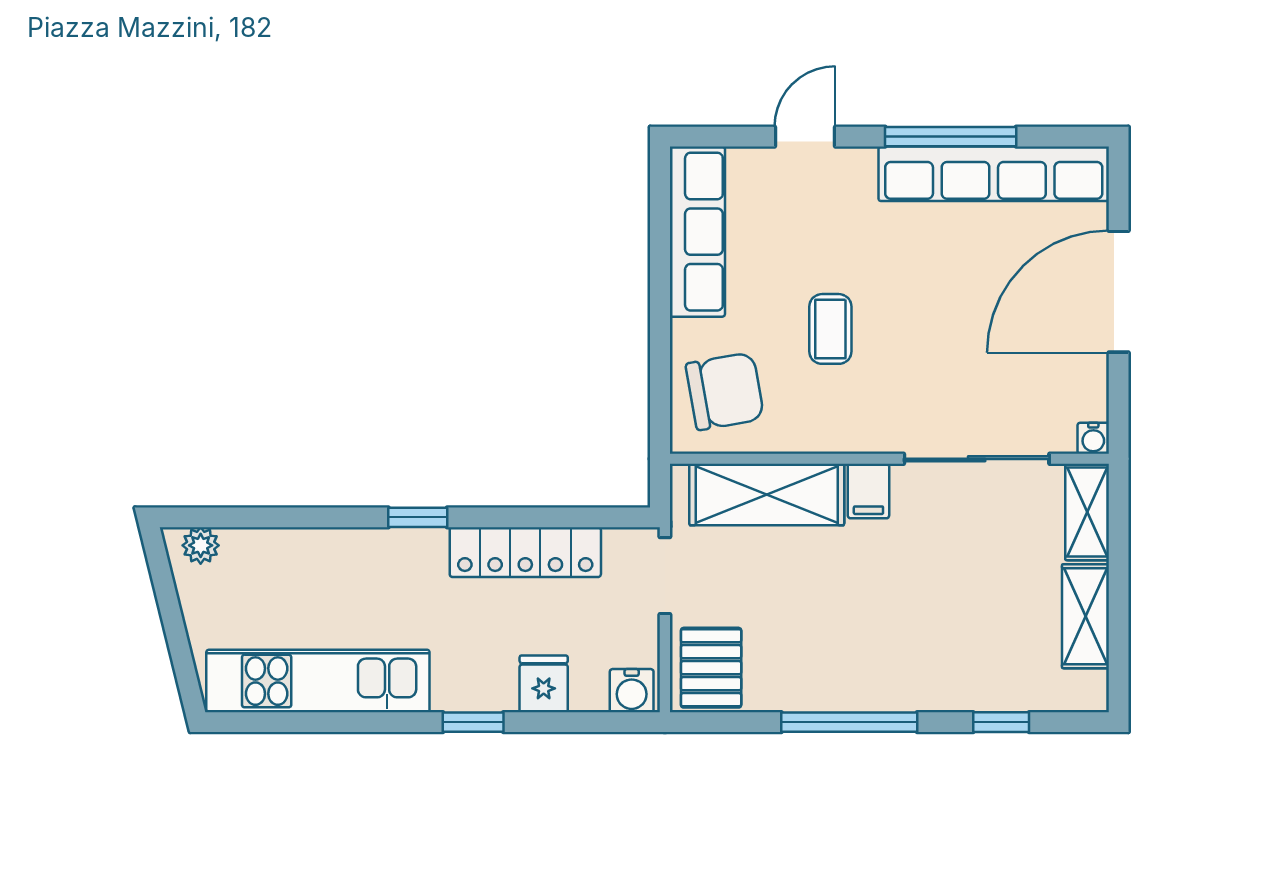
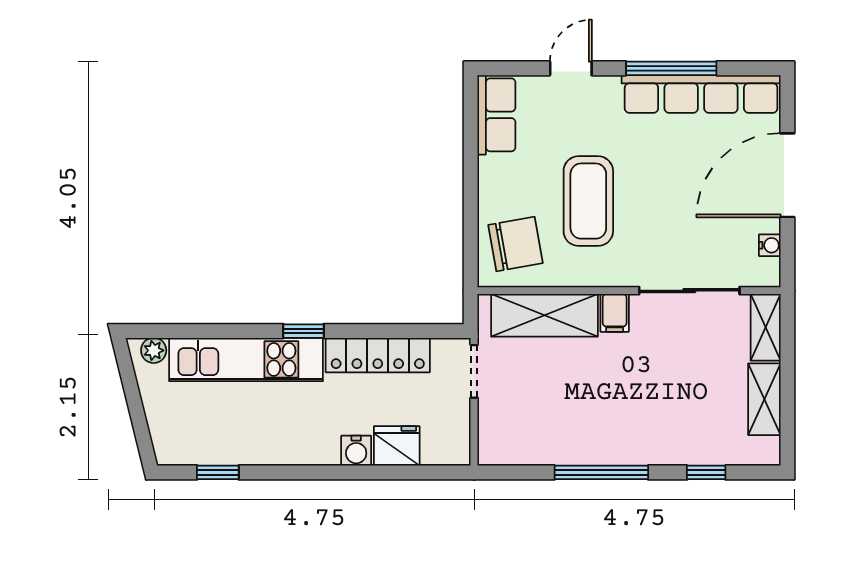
row of seats: (697, 232) -> (496, 115), width x0.68
coffee table: (830, 329) -> (588, 201), width x1.86, depth x1.72
water cooler: (1093, 438) -> (770, 245), moved, turned -90
pallet: (711, 668) -> (506, 435), removed
kitchen unit: (318, 681) -> (246, 359), moved, turned 180
fridge: (544, 684) -> (397, 446), width x1.38
water cooler: (632, 691) -> (356, 451), moved
window: (473, 722) -> (218, 472), moved

